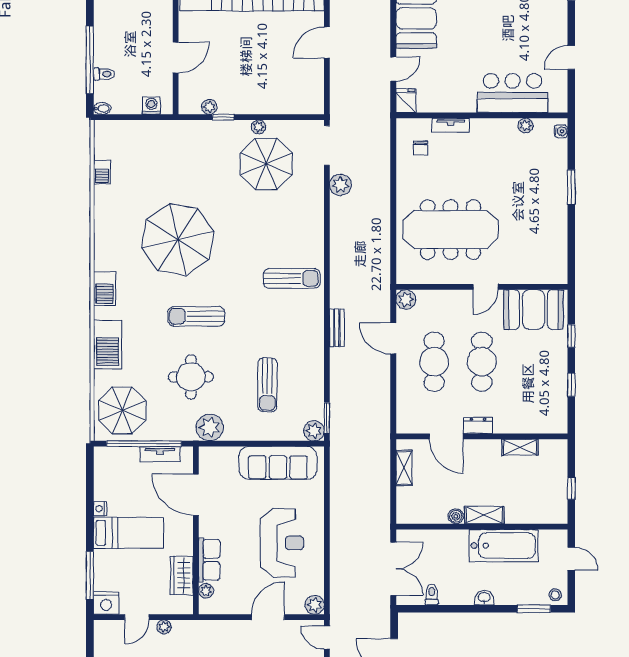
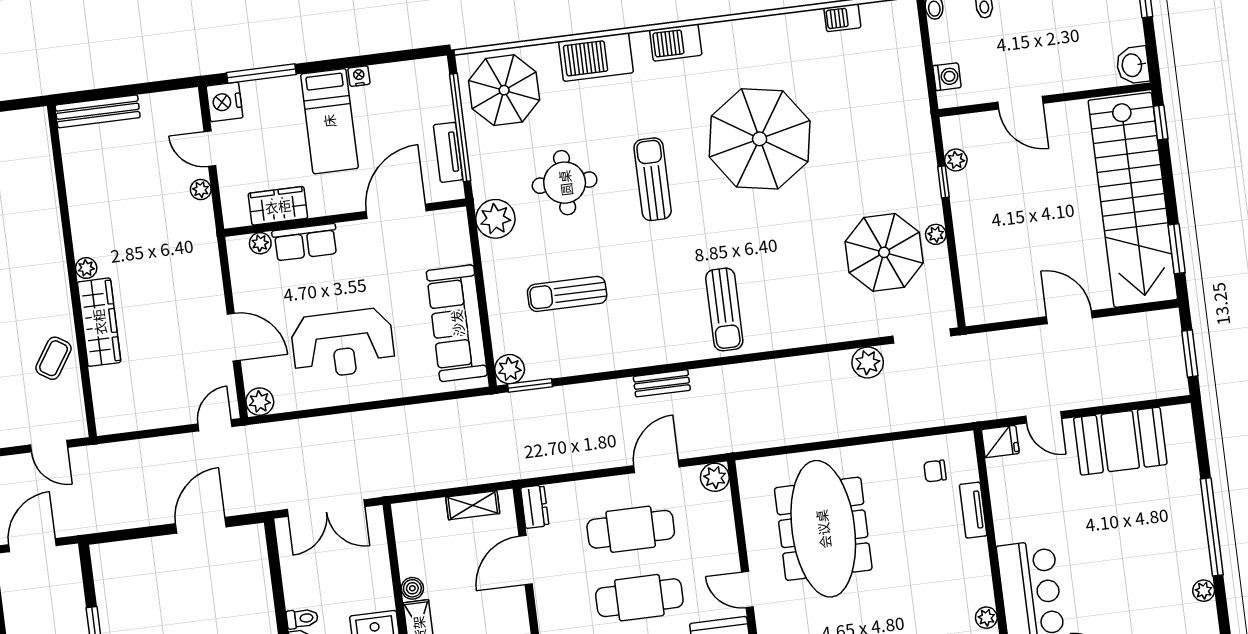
dresser: (478, 425) -> (535, 507), moved
toilet: (432, 595) -> (302, 619), moved

